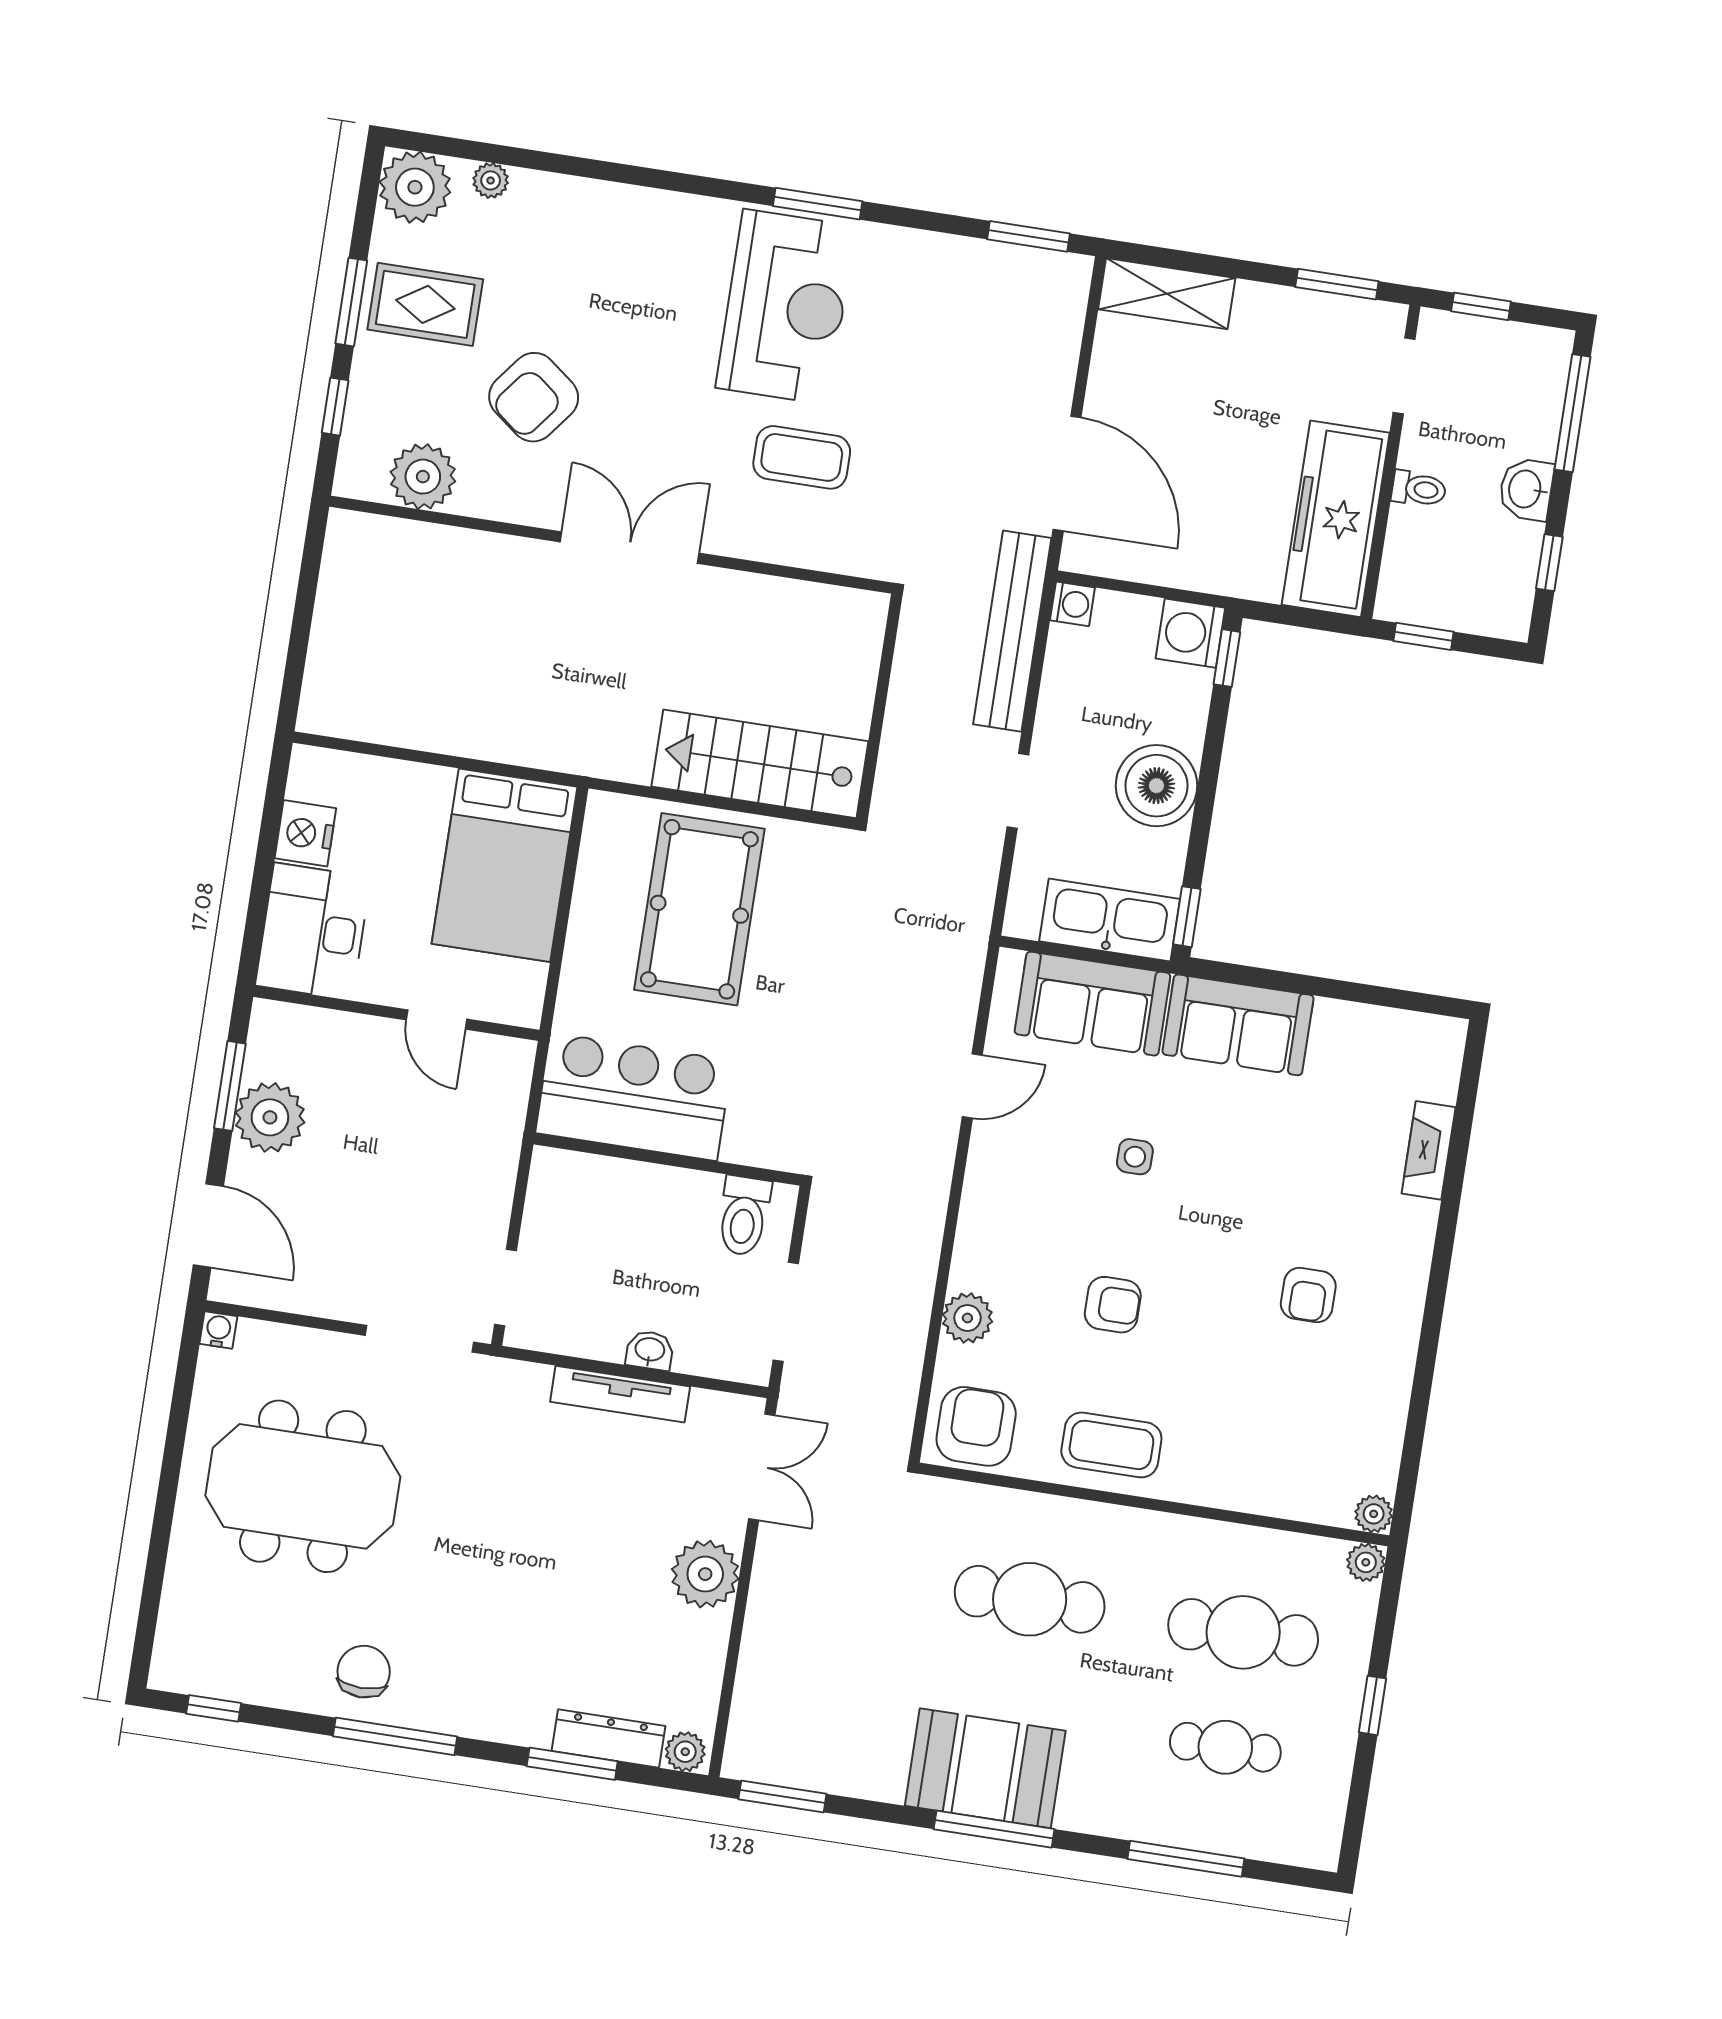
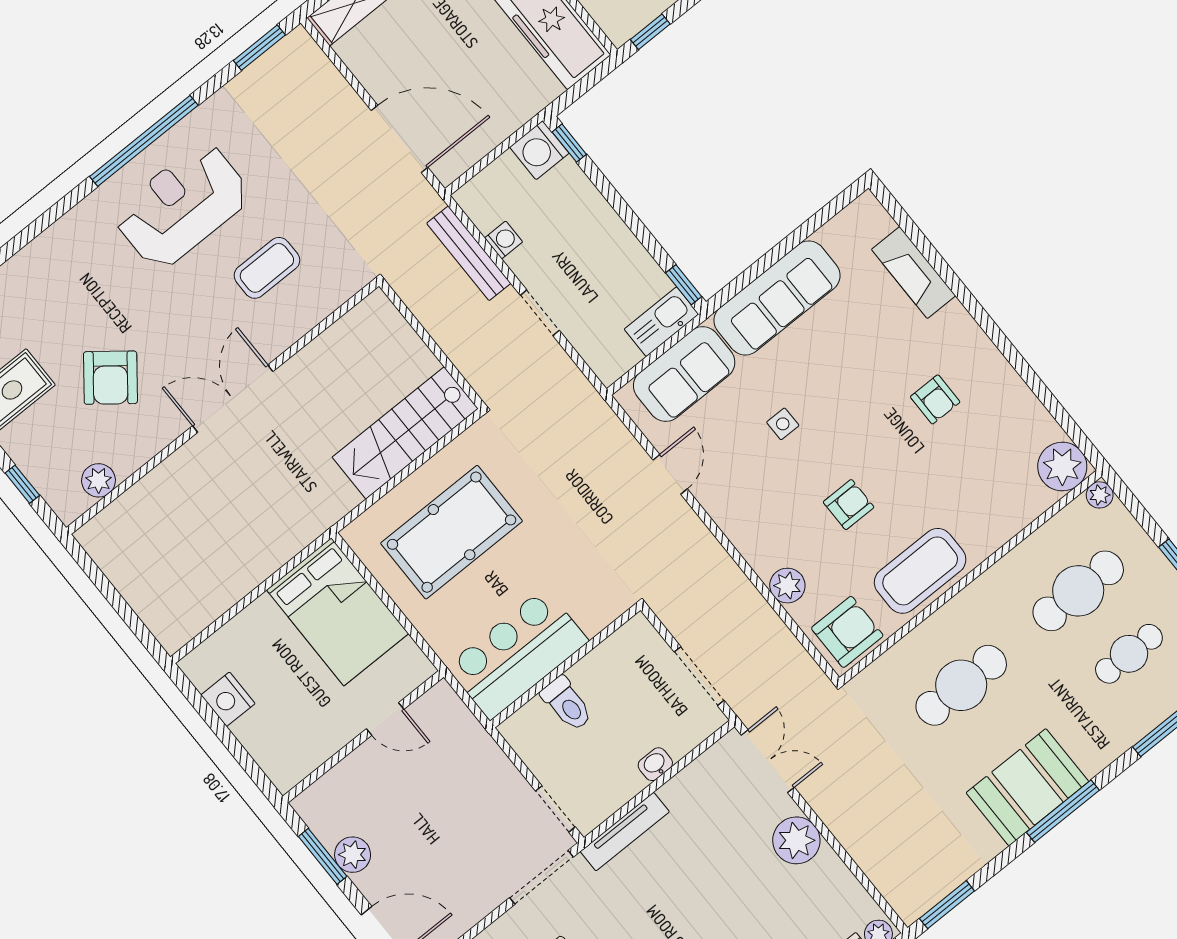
window: (818, 204) -> (144, 141), width x2.11
reception desk: (786, 307) -> (182, 206), turned -90
plant: (423, 477) -> (99, 480), width x0.73, depth x0.73
washing machine: (1072, 604) -> (504, 240), moved
bench: (1012, 631) -> (469, 253), width x0.73, depth x0.82
boiler: (1156, 786) -> (602, 239), removed
pool table: (699, 909) -> (452, 532), turned 90
kitchen sink: (1110, 920) -> (662, 322), width x0.73, depth x0.81
desk: (313, 931) -> (282, 741), removed
sofa: (1238, 1025) -> (777, 298), width x1.36
plant: (270, 1117) -> (353, 855), width x0.73, depth x0.73
fireplace: (1429, 1150) -> (914, 273), width x1.37, depth x1.32
toilet: (744, 1216) -> (567, 704), moved
tv unit: (620, 1394) -> (625, 832), moved
armchair: (976, 1426) -> (847, 632), turned 90
coffee table: (1111, 1445) -> (920, 571), width x1.36, depth x1.32
plant: (1374, 1514) -> (1062, 467), width x1.88, depth x1.88

